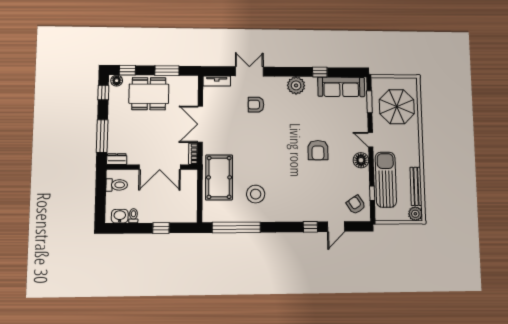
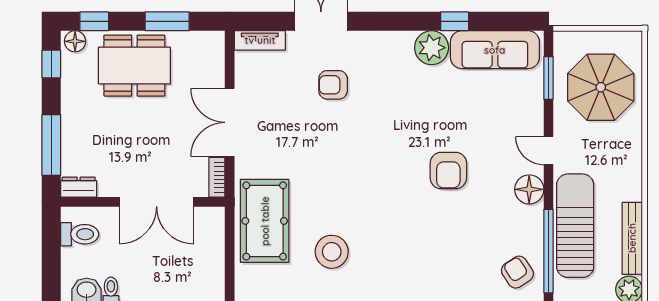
plant: (296, 85) -> (432, 48), moved
window: (372, 193) -> (548, 251), width x3.17

